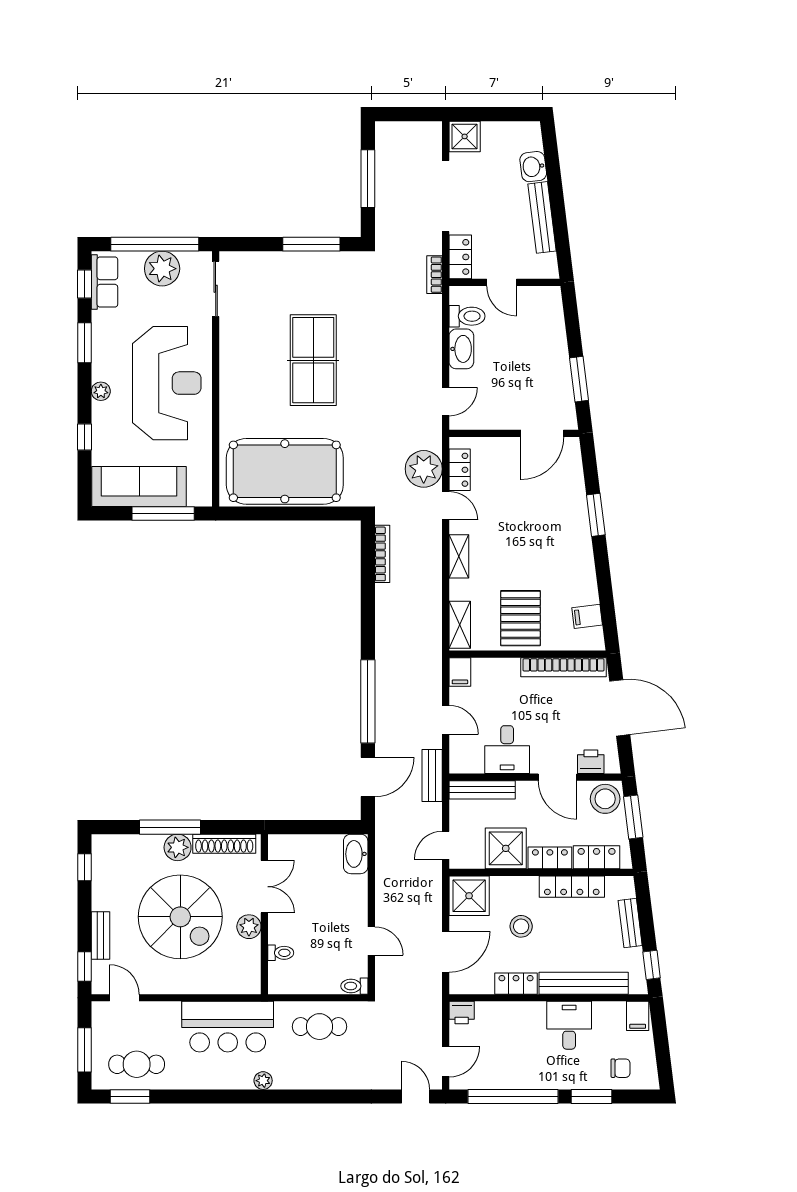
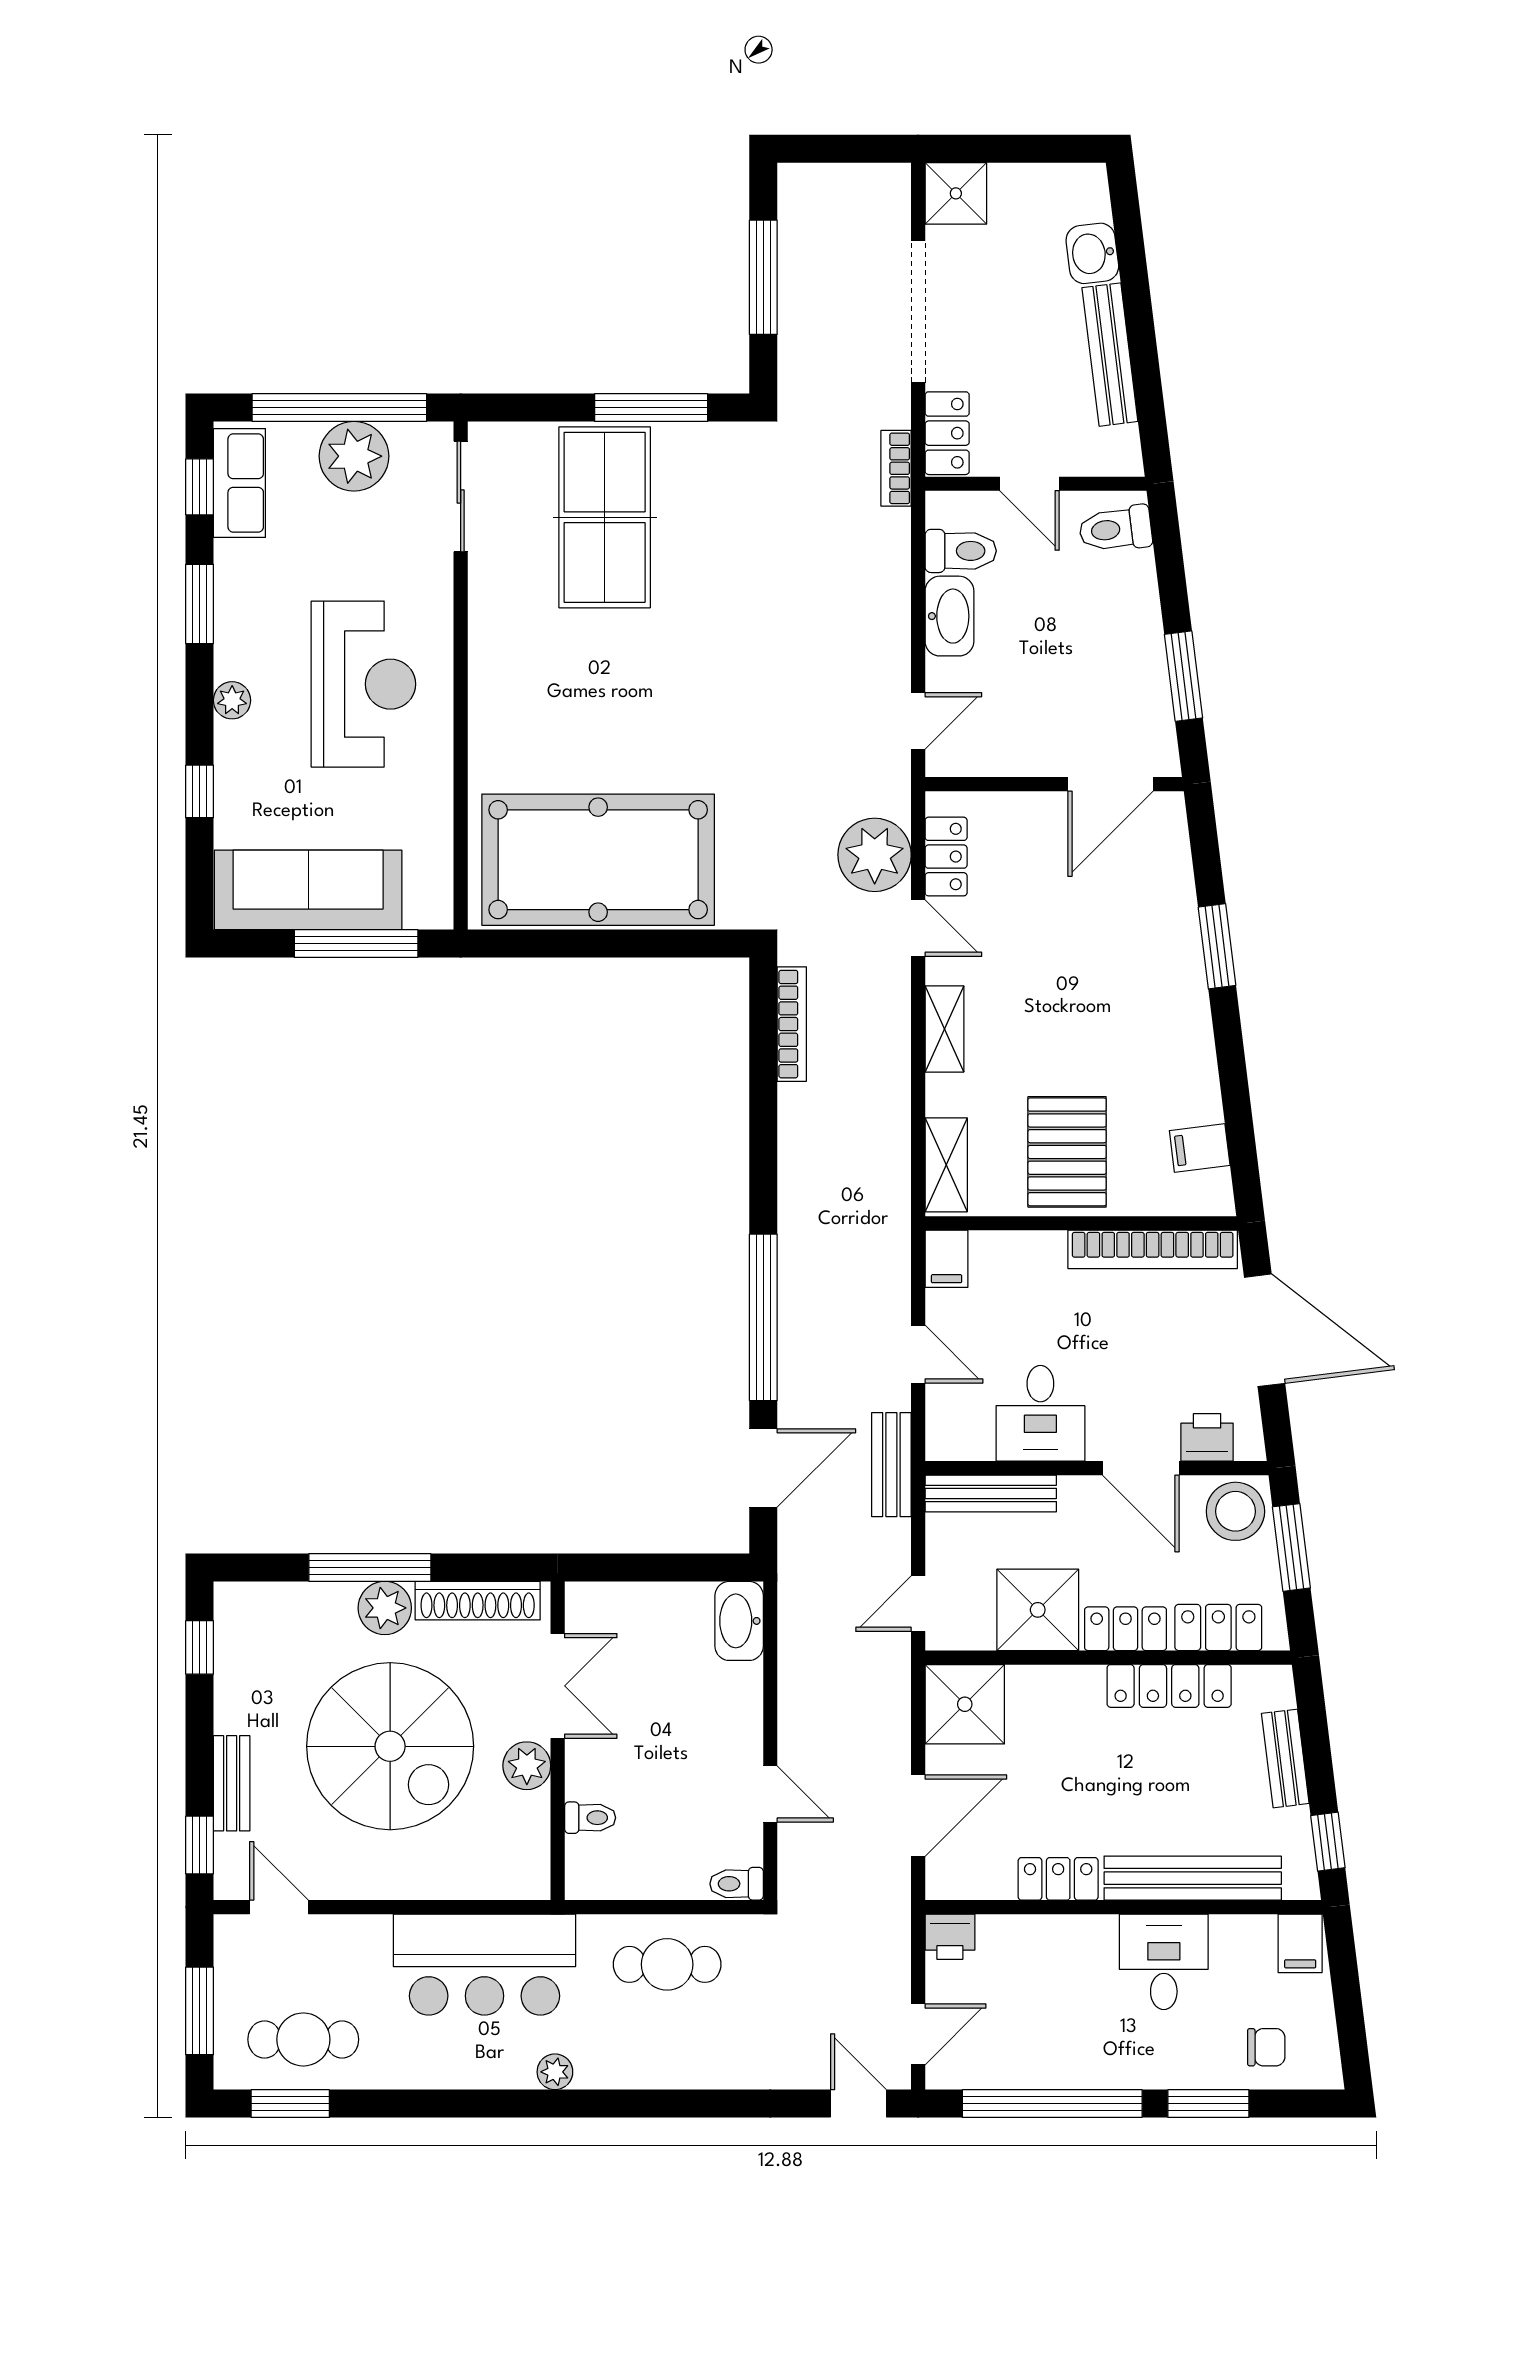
toilet: (545, 305) -> (1115, 529), added
table tennis table: (313, 360) -> (605, 517), moved
reception desk: (167, 383) -> (363, 684), width x0.74, depth x0.77
stool: (521, 926) -> (1068, 1765), removed

